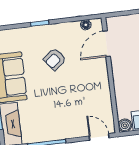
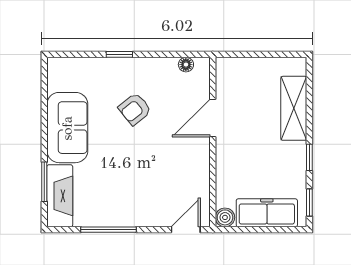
door: (107, 44) -> (213, 118), moved
door: (99, 137) -> (186, 230), hinge flipped

